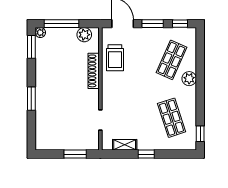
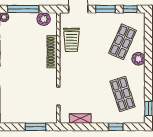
window: (146, 154) -> (116, 127), moved

